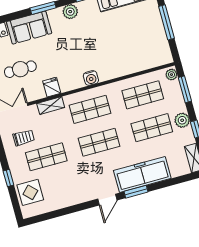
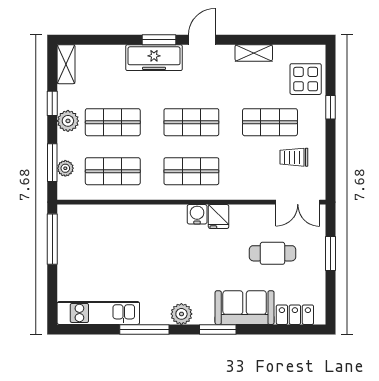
window: (166, 22) -> (52, 239), moved
plant: (171, 75) -> (65, 168), moved
water cooler: (91, 78) -> (197, 214), moved
fridge: (52, 87) -> (219, 217), moved
shelving: (51, 106) -> (254, 53), moved
freezer: (142, 174) -> (154, 58), width x0.73, depth x0.79

